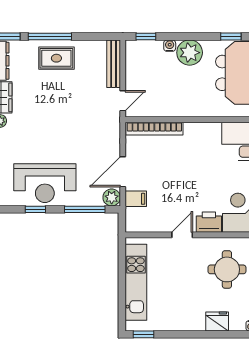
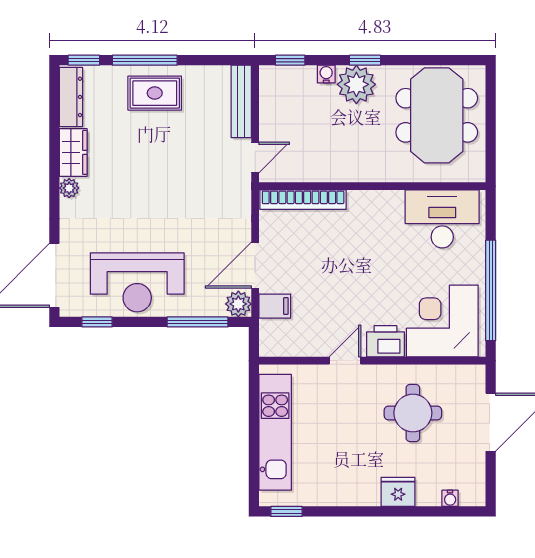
window: (231, 36) -> (365, 60), moved
window: (35, 209) -> (97, 322), moved

